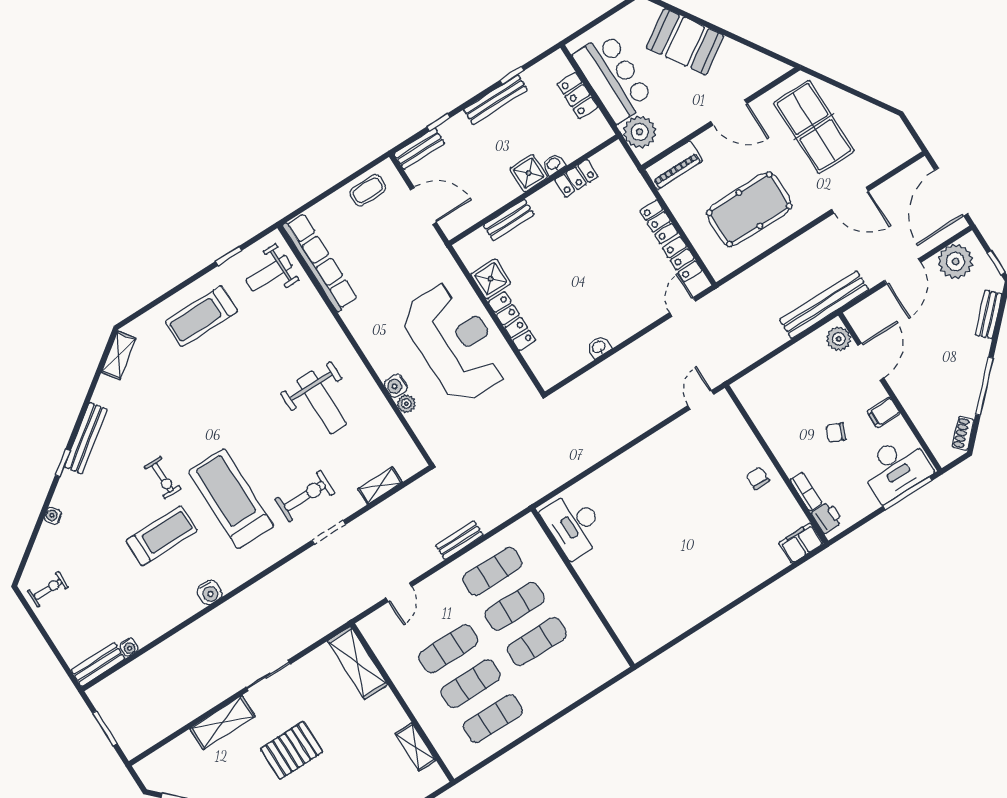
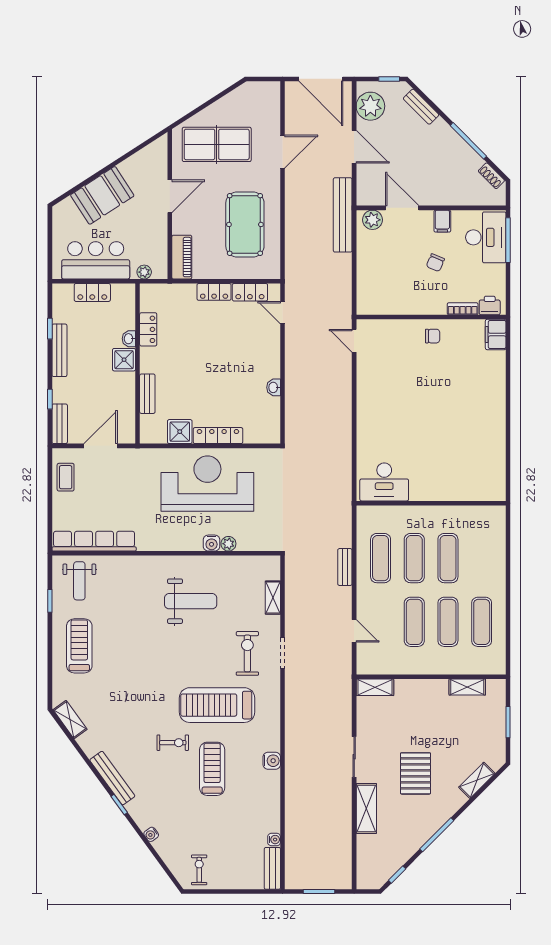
plant: (640, 132) -> (144, 272), width x0.53, depth x0.53
treadmill: (201, 316) -> (79, 646), turned 180
chair: (758, 478) -> (433, 336), turned 180
shelving: (357, 663) -> (375, 687), width x0.67, depth x0.75

